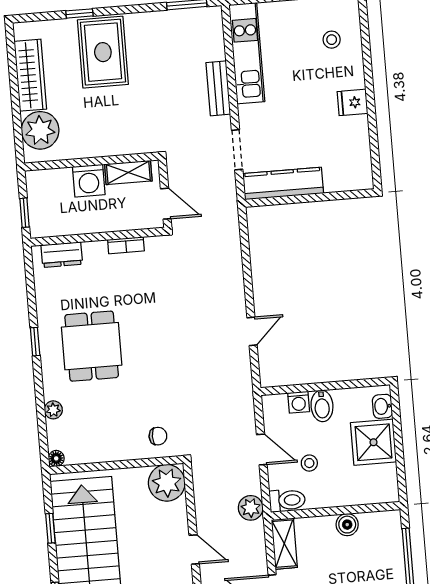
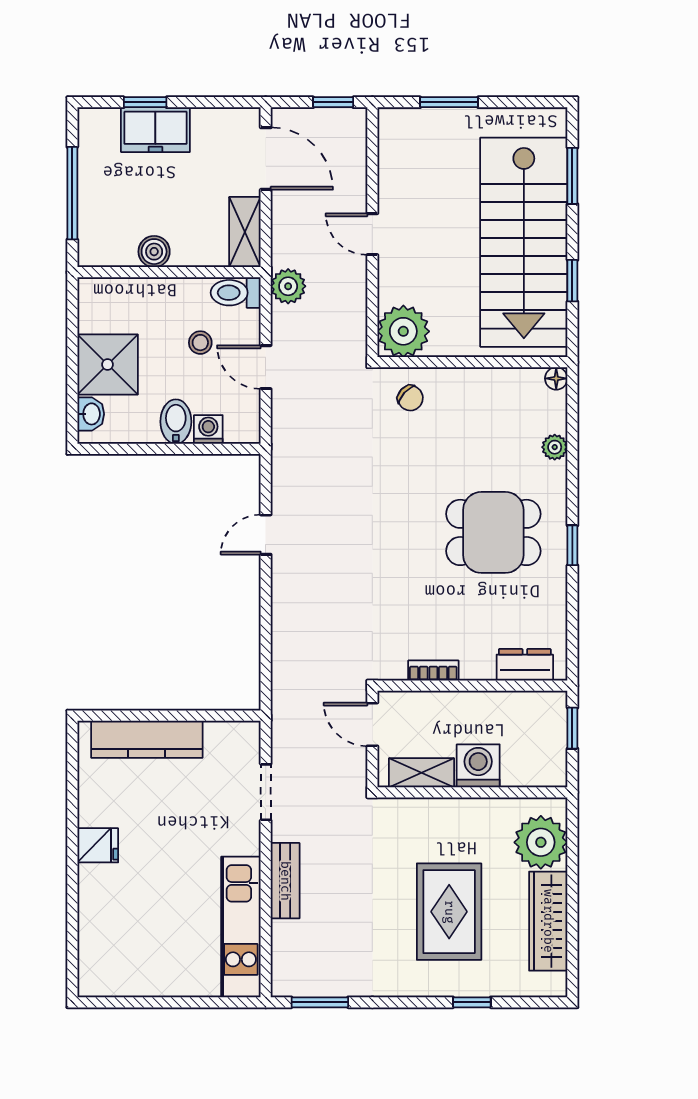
stool: (332, 40) -> (120, 936), removed
rug: (103, 52) -> (449, 912), moved
kitchen counter: (283, 184) -> (147, 739), moved
dining table: (92, 346) -> (493, 532), turned 90
chair: (158, 436) -> (410, 398), turned -138

